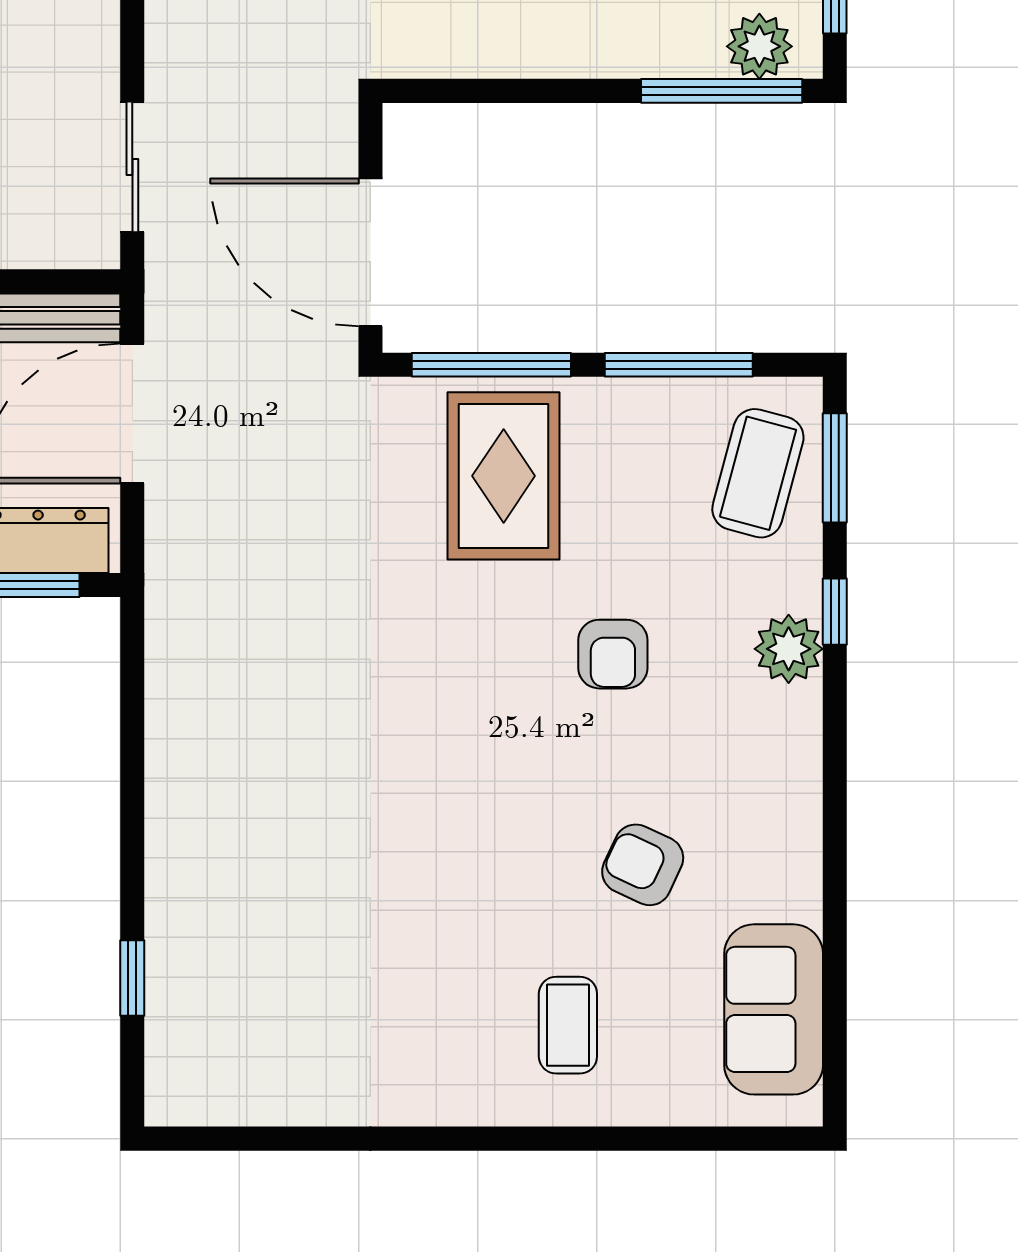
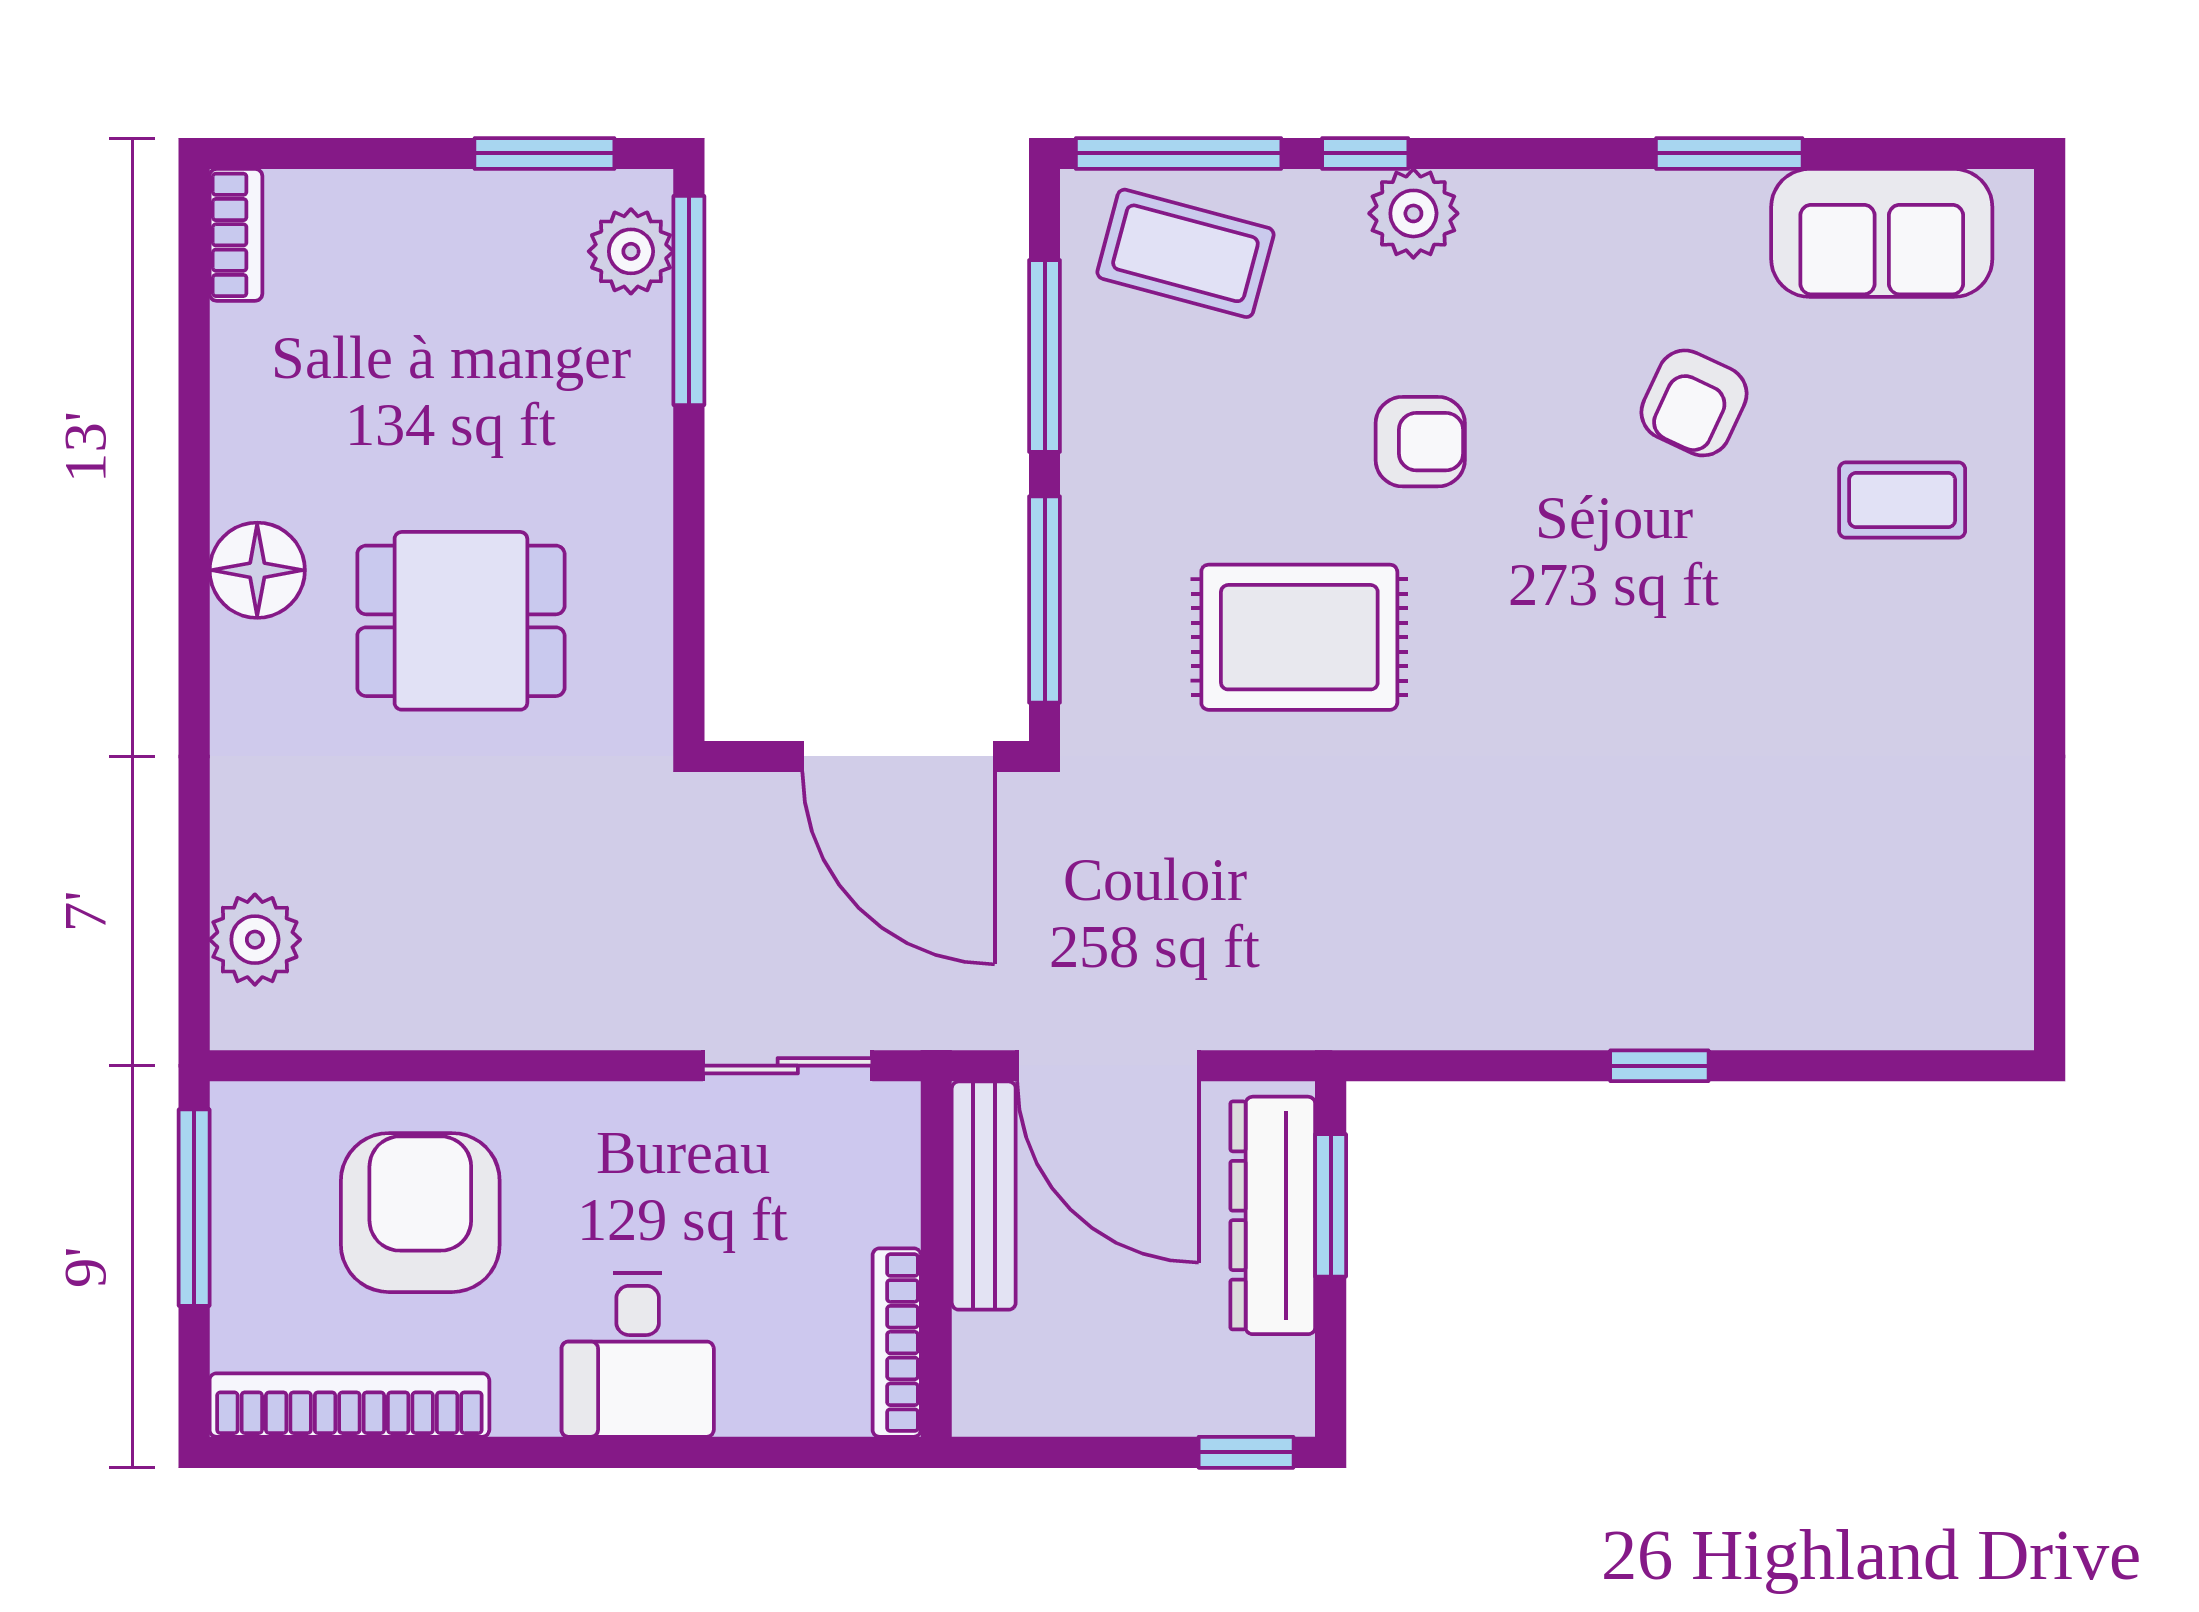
door: (370, 252) -> (899, 756), hinge flipped
window: (835, 468) -> (1179, 153), width x1.44
rug: (504, 476) -> (1299, 637), moved
window: (835, 892) -> (1729, 153), added
window: (132, 978) -> (1659, 1066), moved

